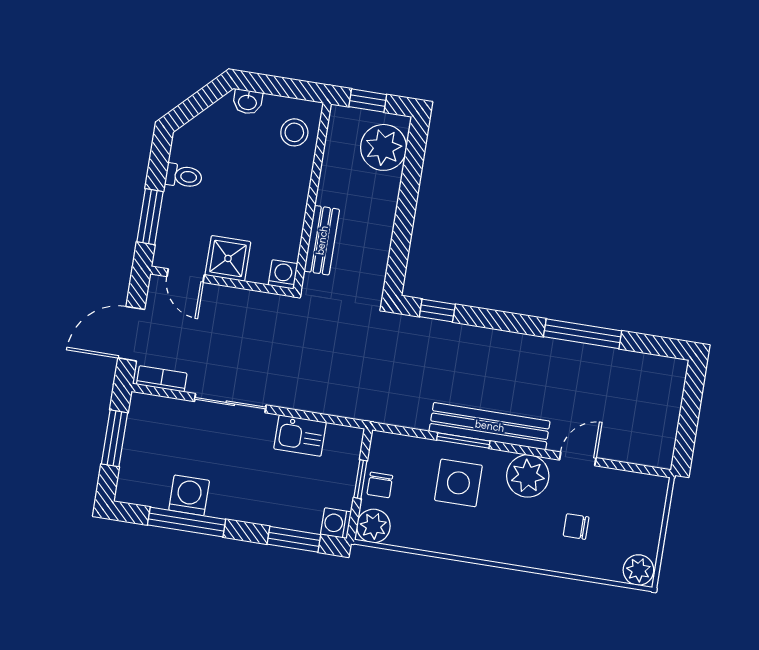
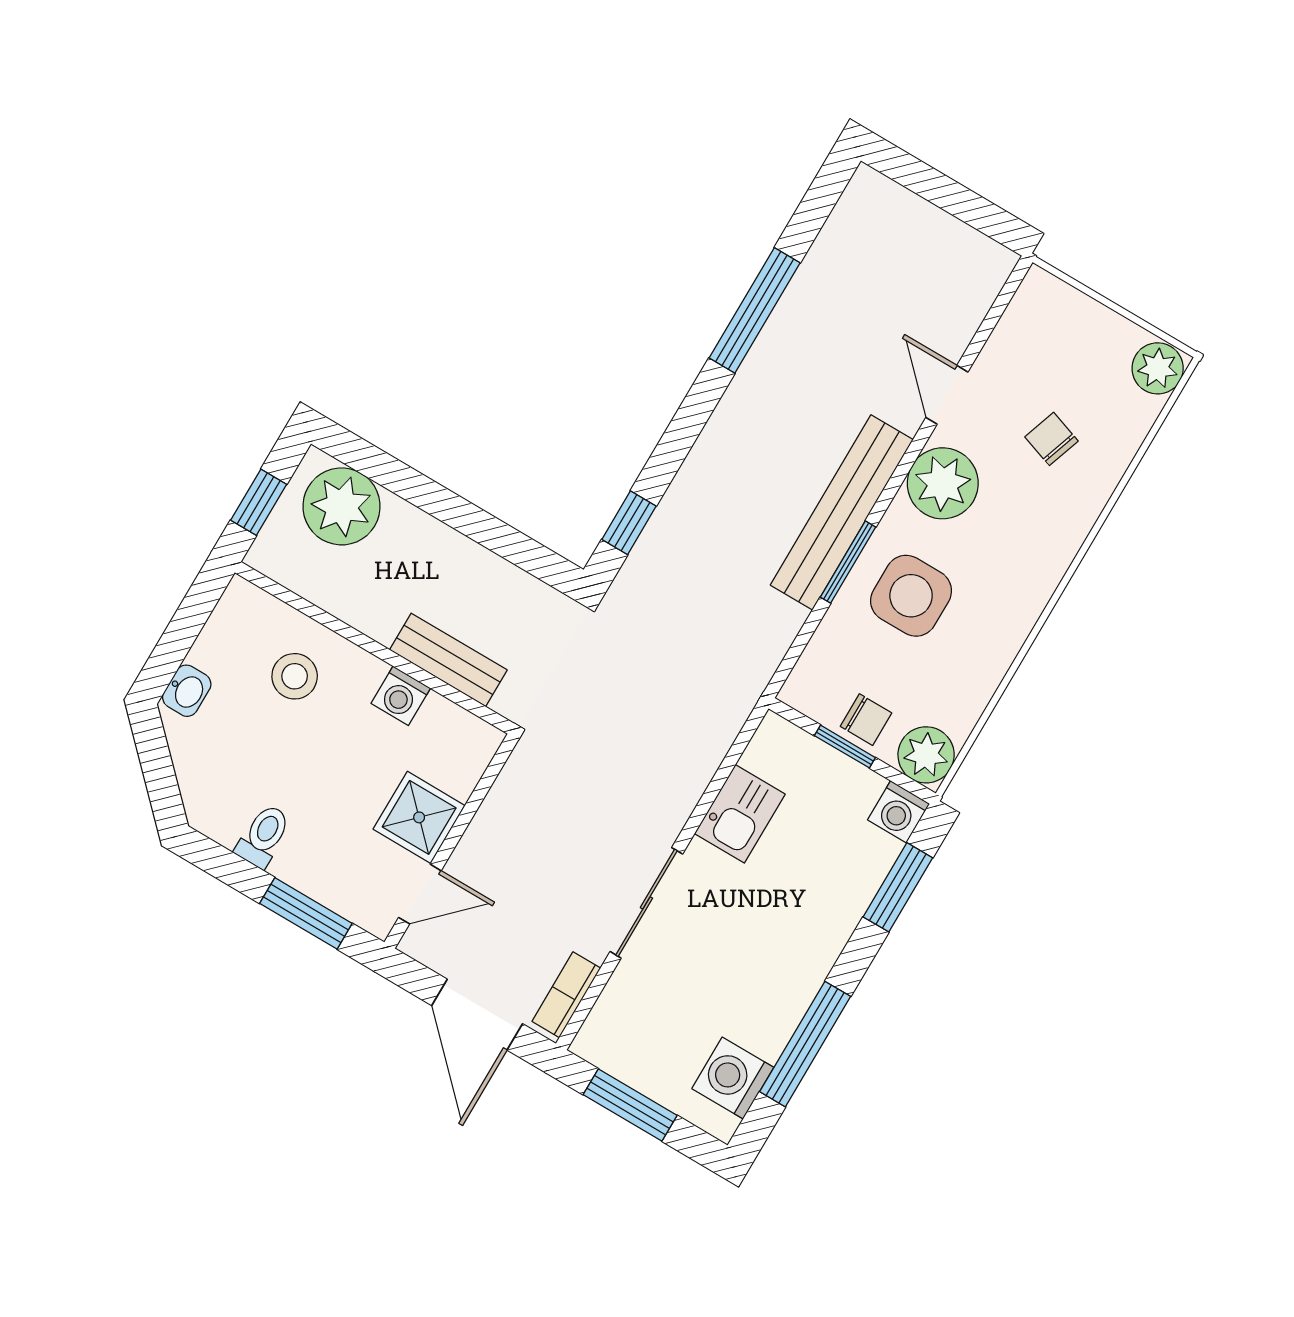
stool: (294, 132) -> (295, 676), moved
washing machine: (283, 274) -> (401, 696), moved, turned -90
washing machine: (189, 495) -> (733, 1078), moved
chair: (576, 527) -> (1051, 439), turned 109

